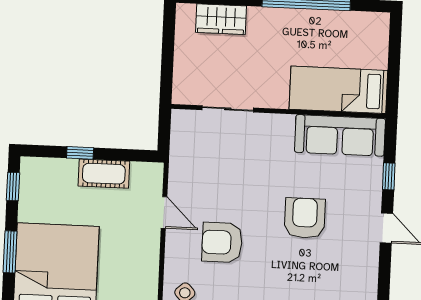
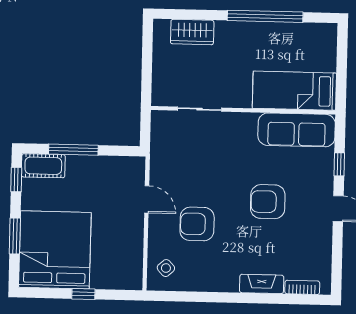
window: (80, 153) -> (73, 150), width x2.17
cot: (104, 174) -> (43, 166), moved
armchair: (305, 218) -> (268, 202), turned -90

